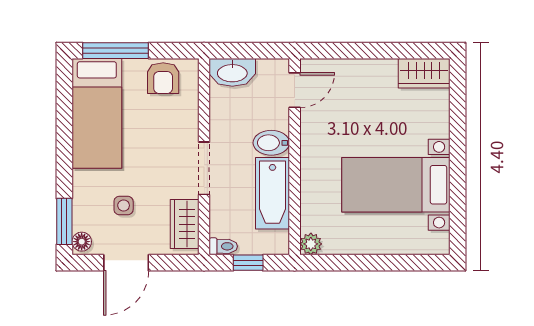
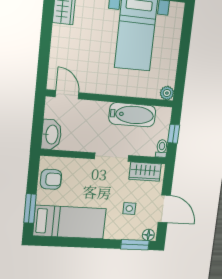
window: (115, 51) -> (30, 208), width x0.69
bidet: (271, 143) -> (100, 113), removed

